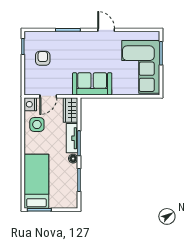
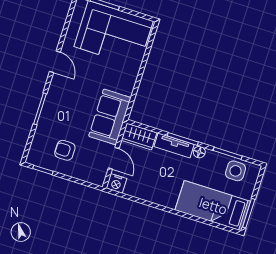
door: (106, 30) -> (55, 62), swing flipped
sofa: (92, 84) -> (110, 117), moved
side table: (37, 124) -> (236, 171), moved

